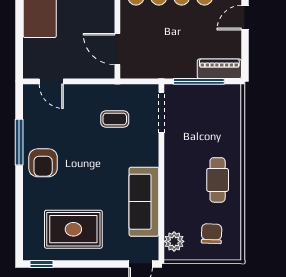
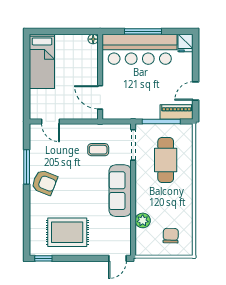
door: (245, 18) -> (196, 91), moved
armchair: (43, 163) -> (44, 182), turned -68
cafe table: (218, 180) -> (166, 160), moved, width x1.37, depth x1.35
sofa: (144, 202) -> (120, 191), moved
plant: (174, 241) -> (143, 220), moved

